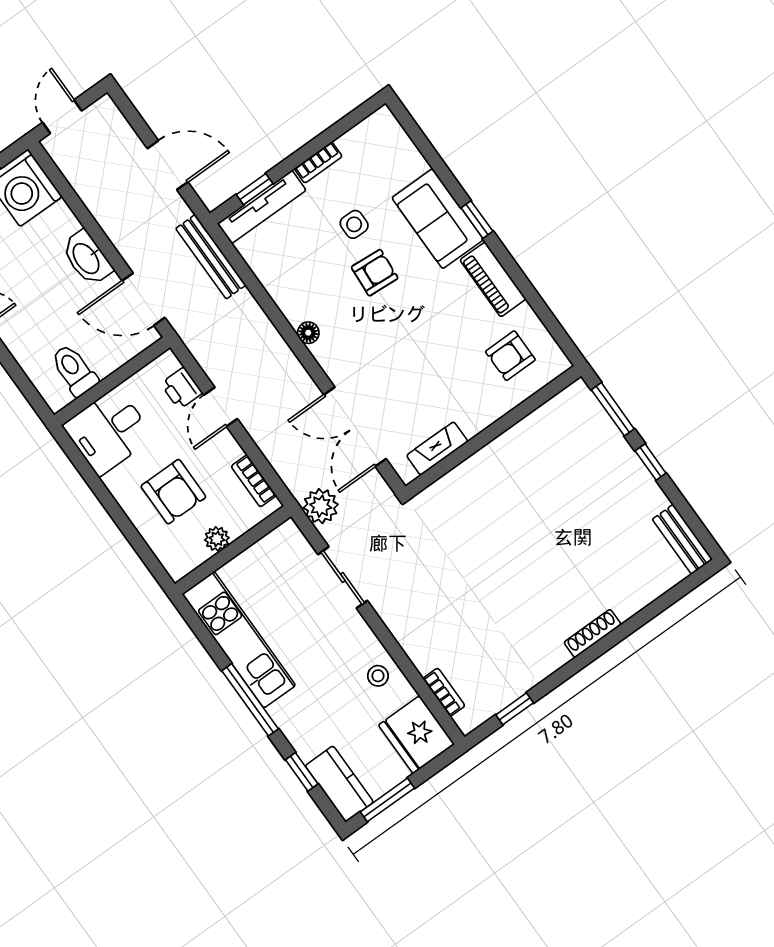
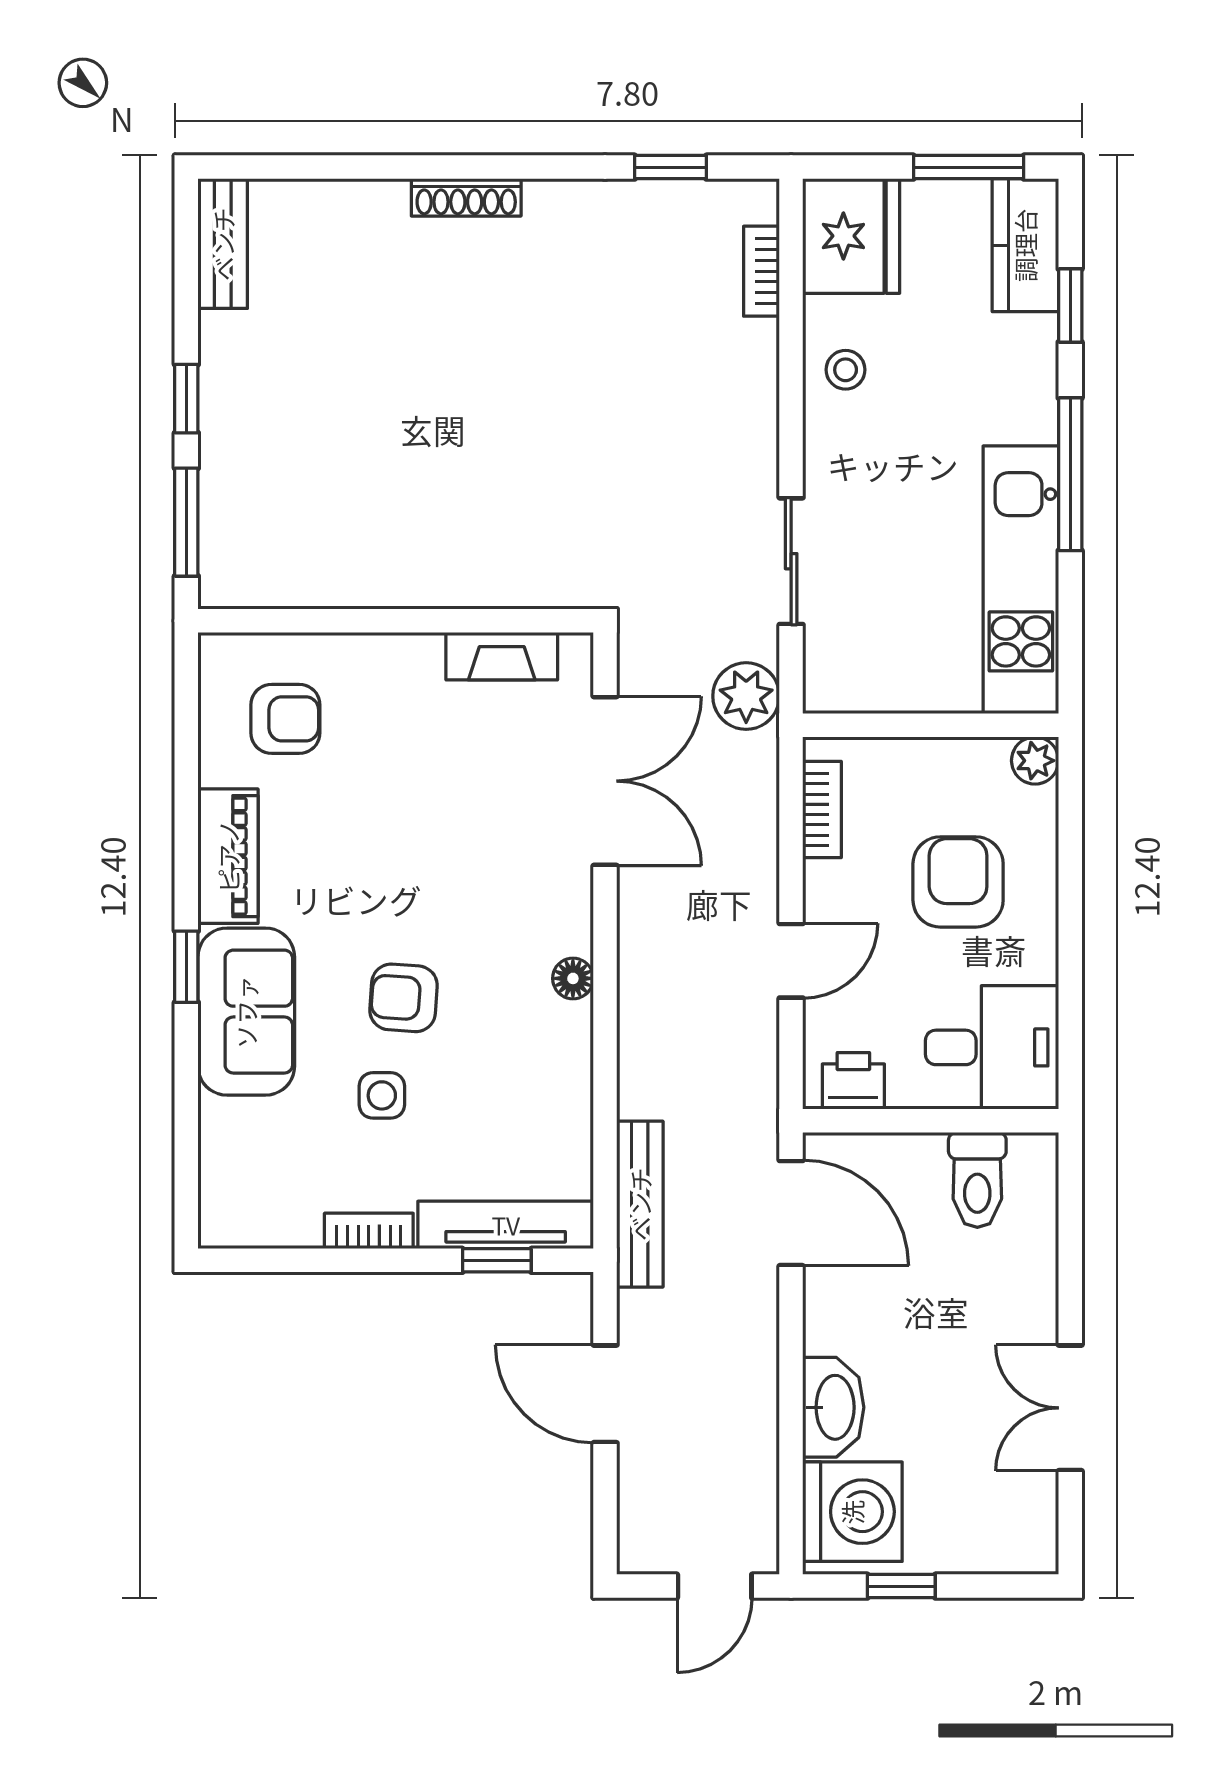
washbasin: (87, 258) -> (833, 1407), moved
printer: (182, 388) -> (853, 1081), moved, turned -90
plant: (217, 539) -> (1035, 761), moved

